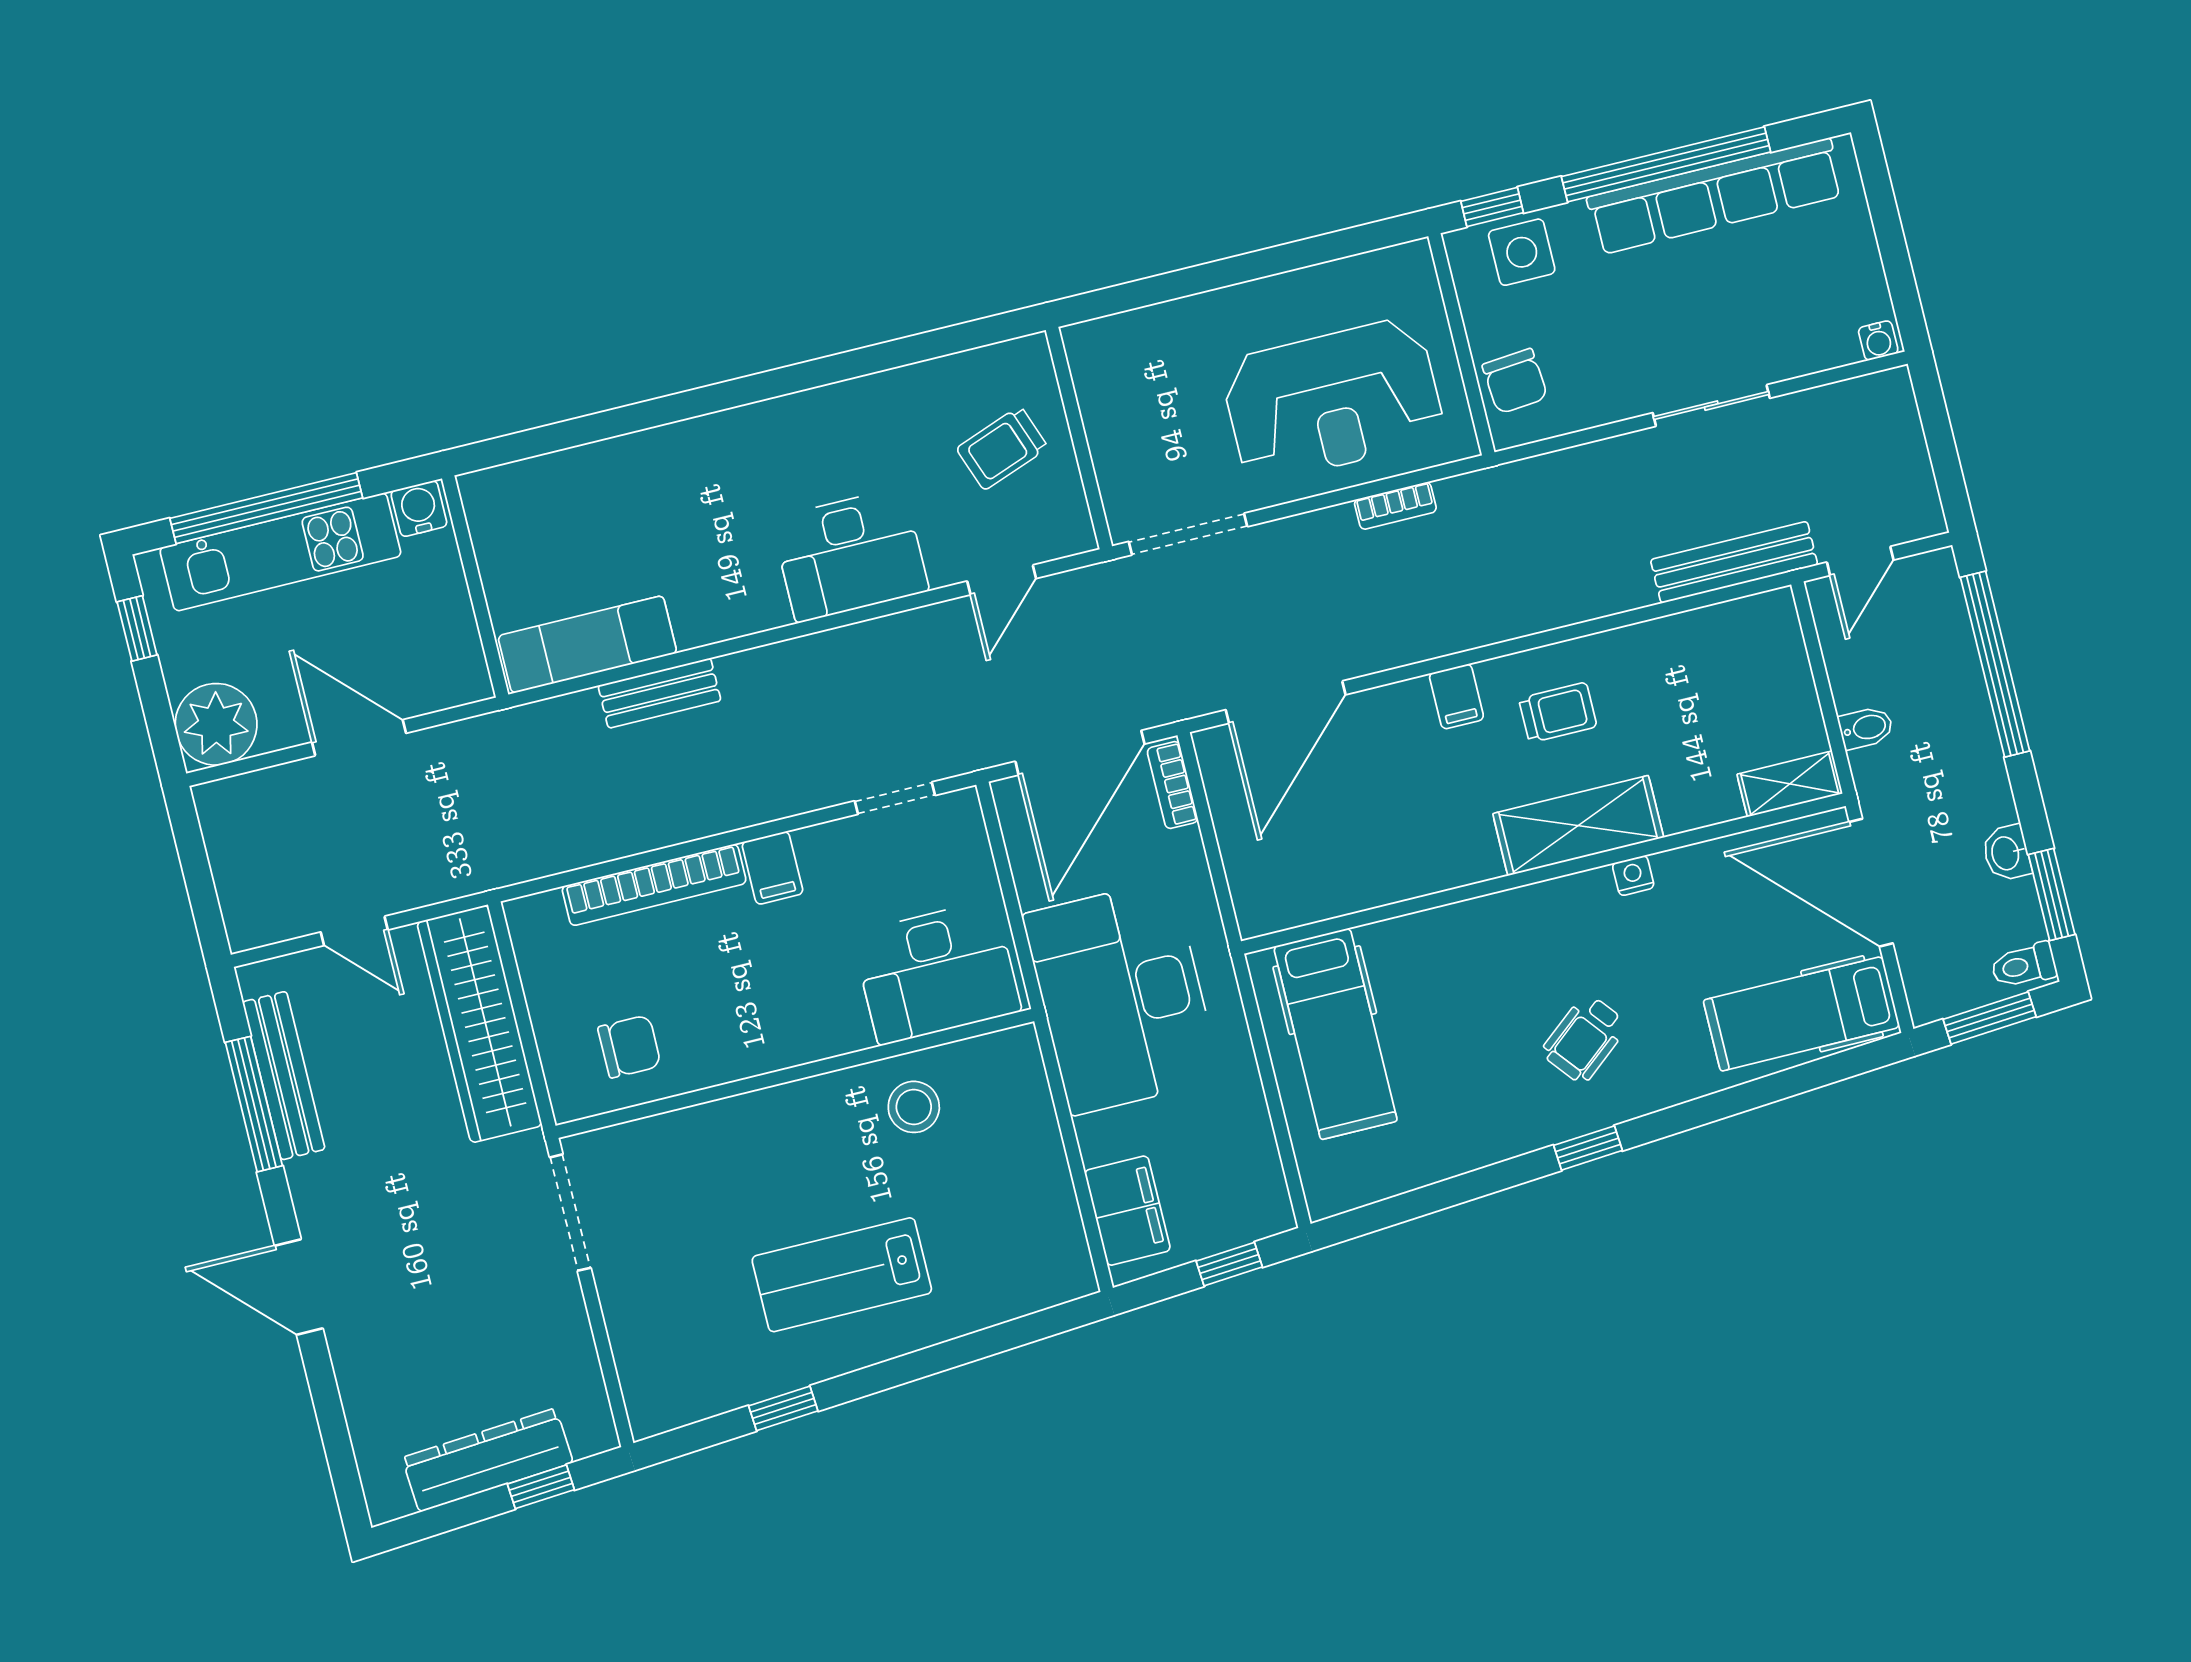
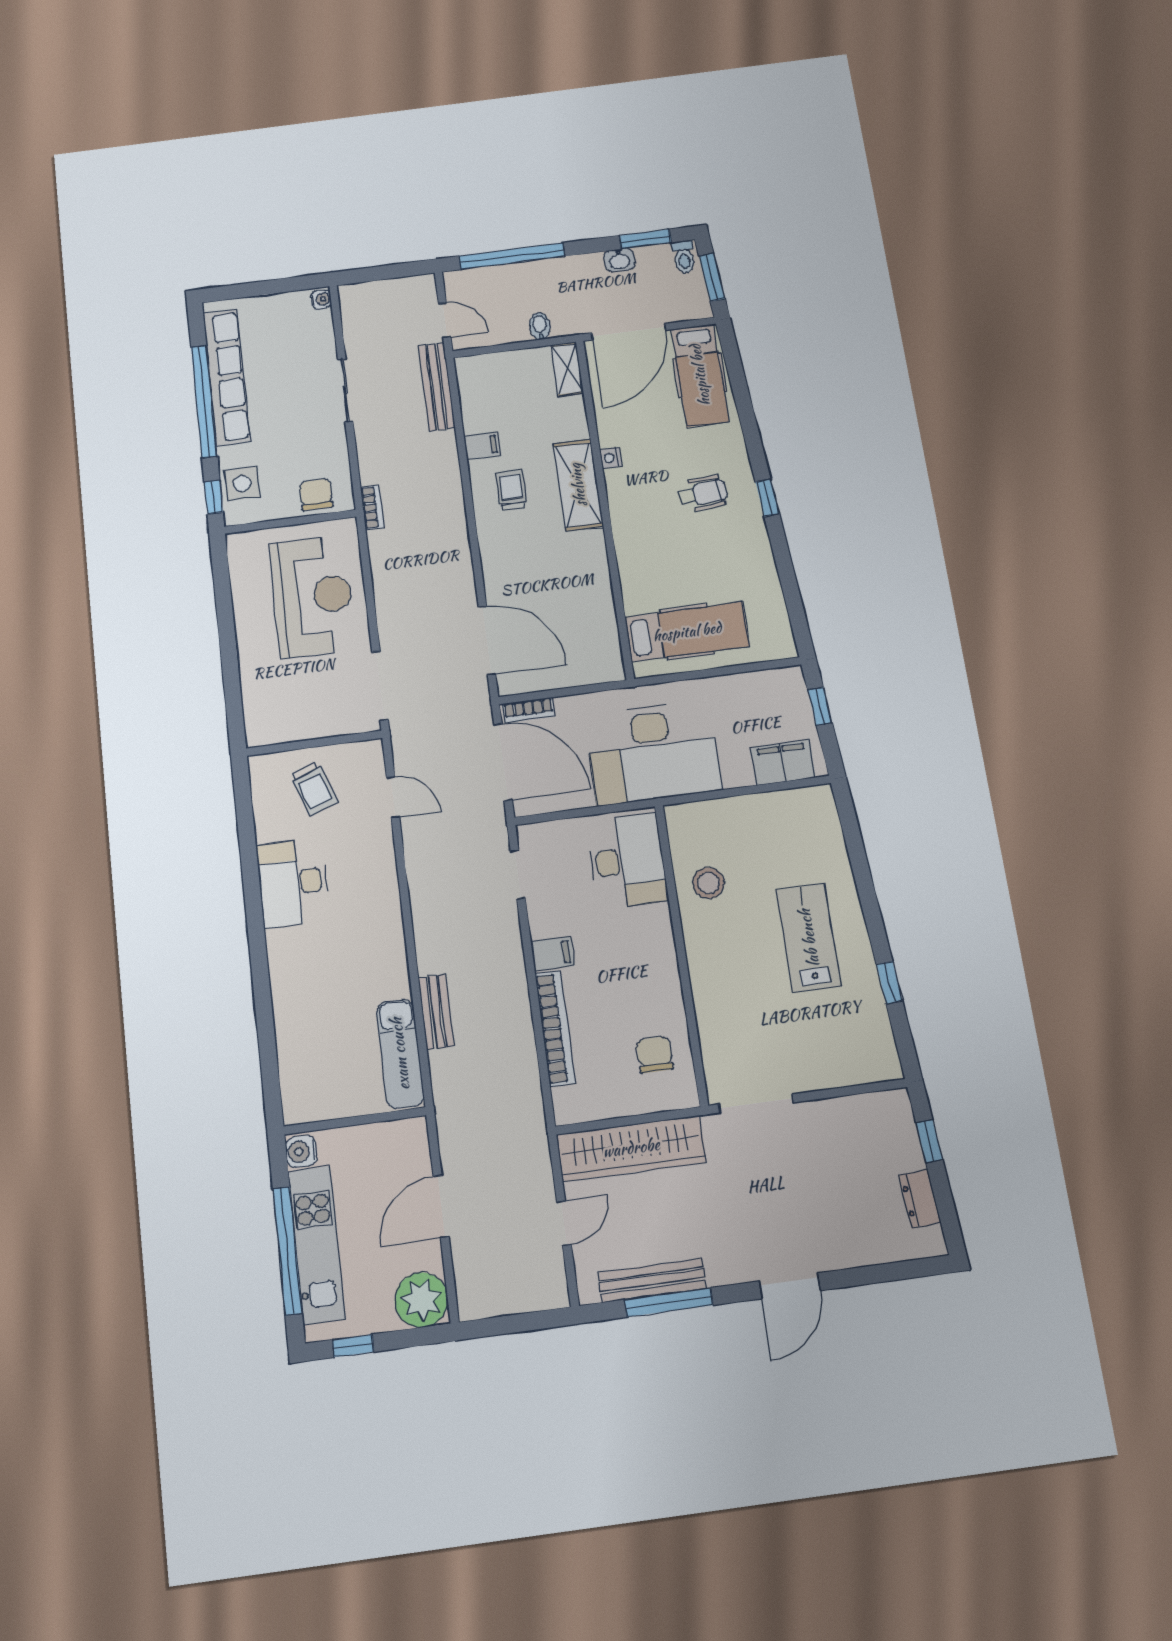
chair: (1515, 381) -> (316, 494), turned -85
bookcase: (1395, 506) -> (372, 507), moved
desk: (850, 555) -> (293, 883), moved, turned 180
filing cabinet: (1456, 696) -> (482, 445), moved
wheelchair: (1584, 1039) -> (703, 493), turned -56
lab bench: (842, 1275) -> (809, 938), turned 180
dresser: (487, 1460) -> (920, 1199), width x0.51, depth x0.80

